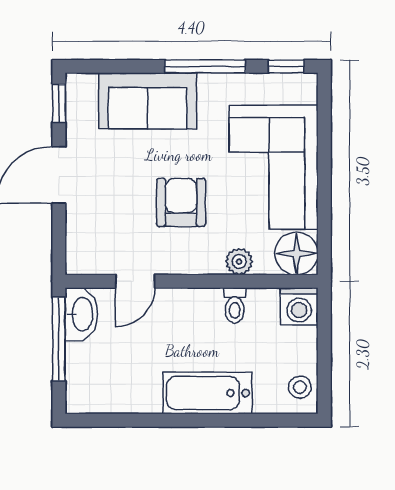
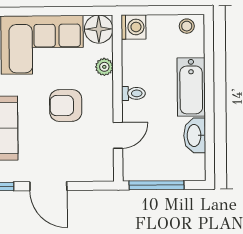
door: (135, 281) -> (118, 135), hinge flipped
toilet: (235, 305) -> (133, 93), moved
washbasin: (81, 314) -> (195, 135), moved, turned -90

